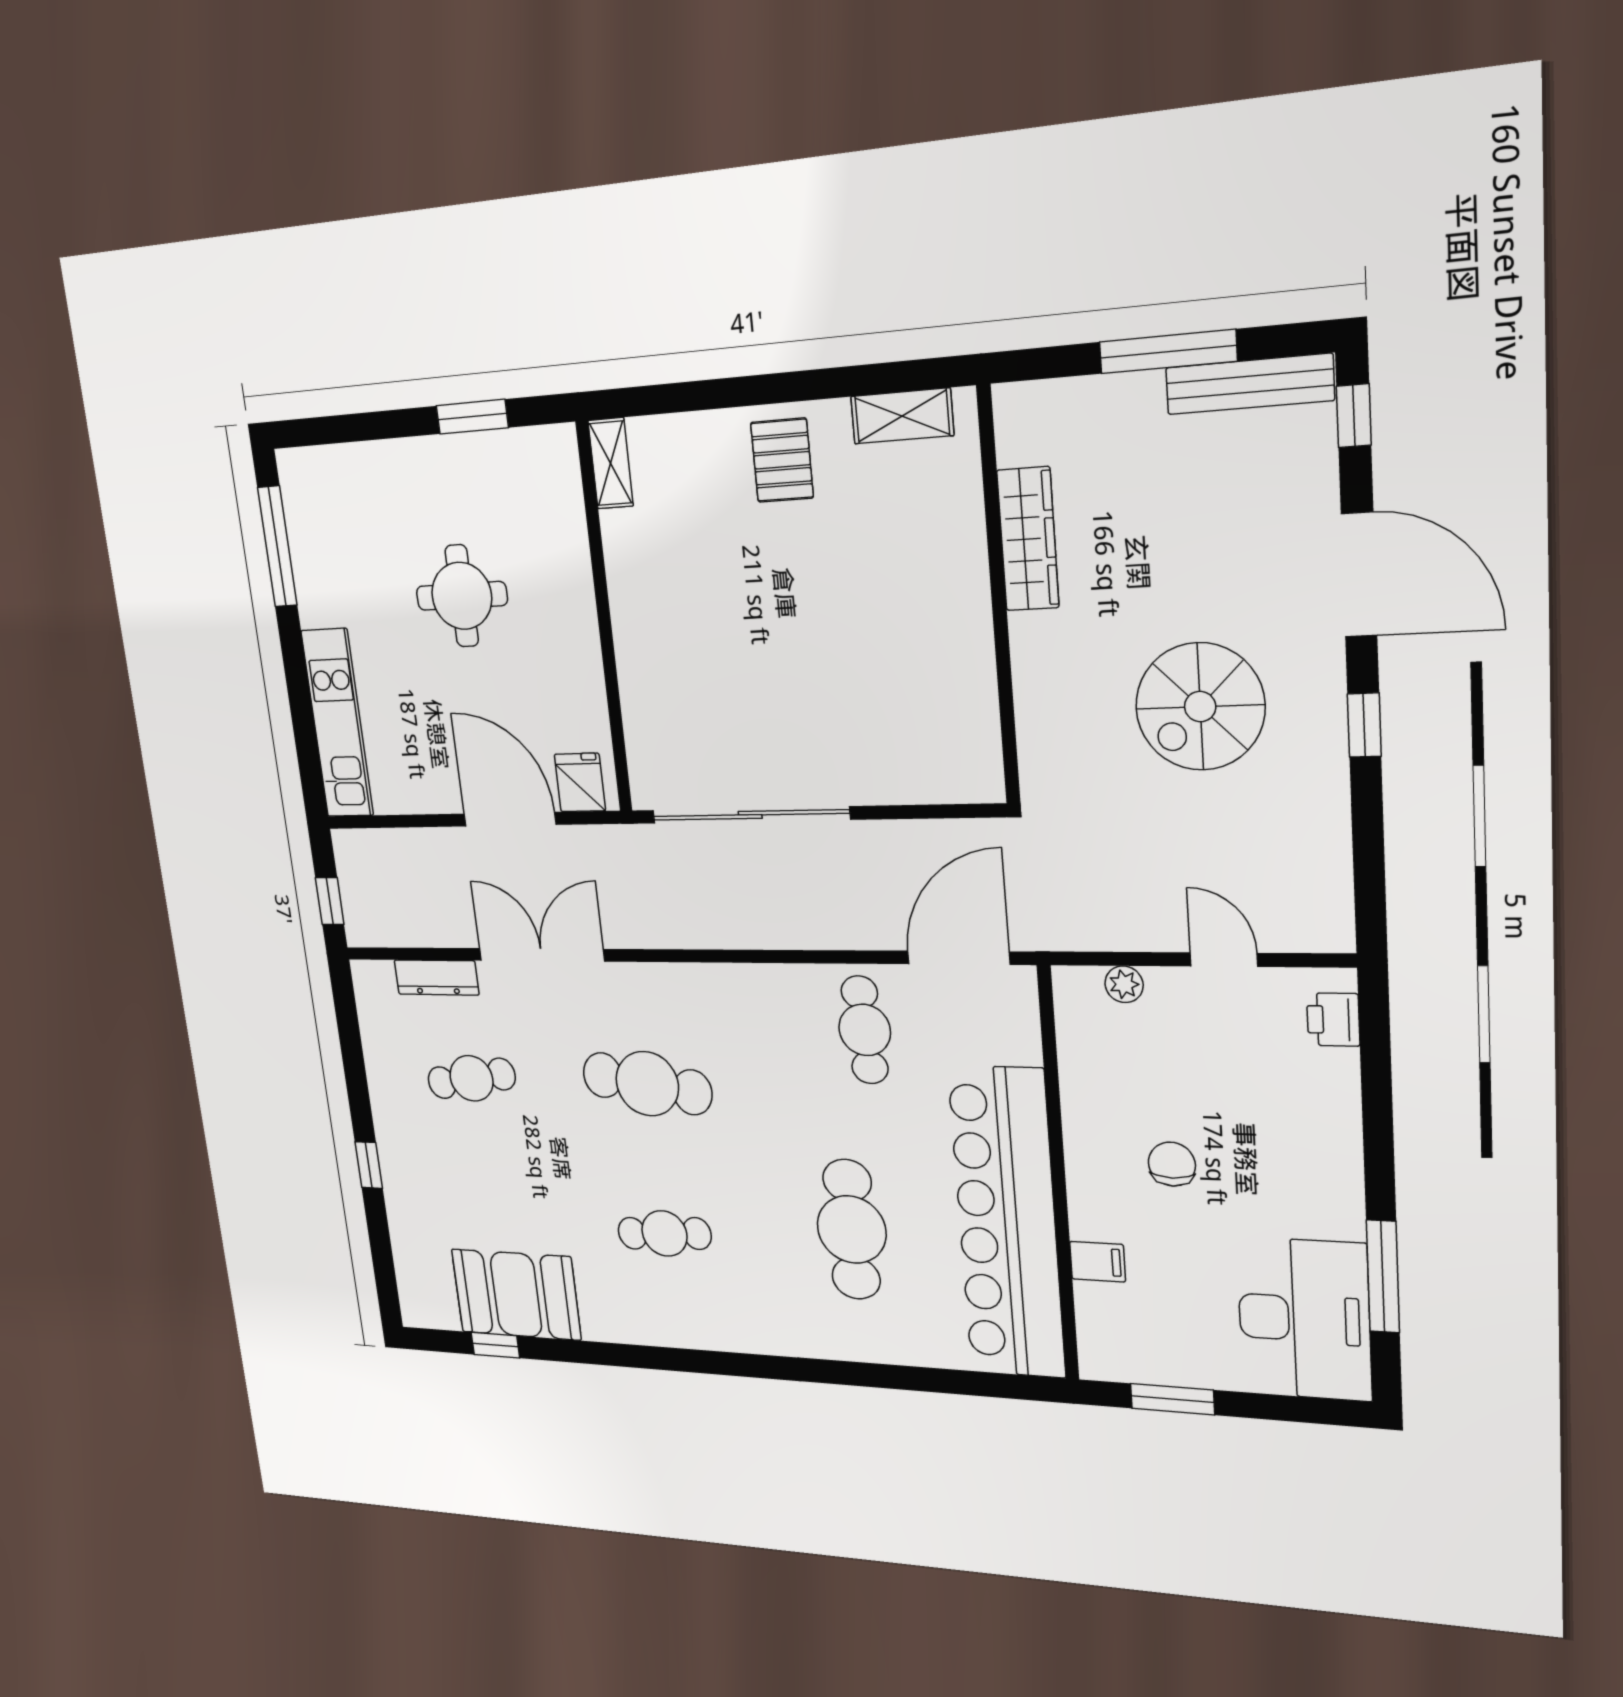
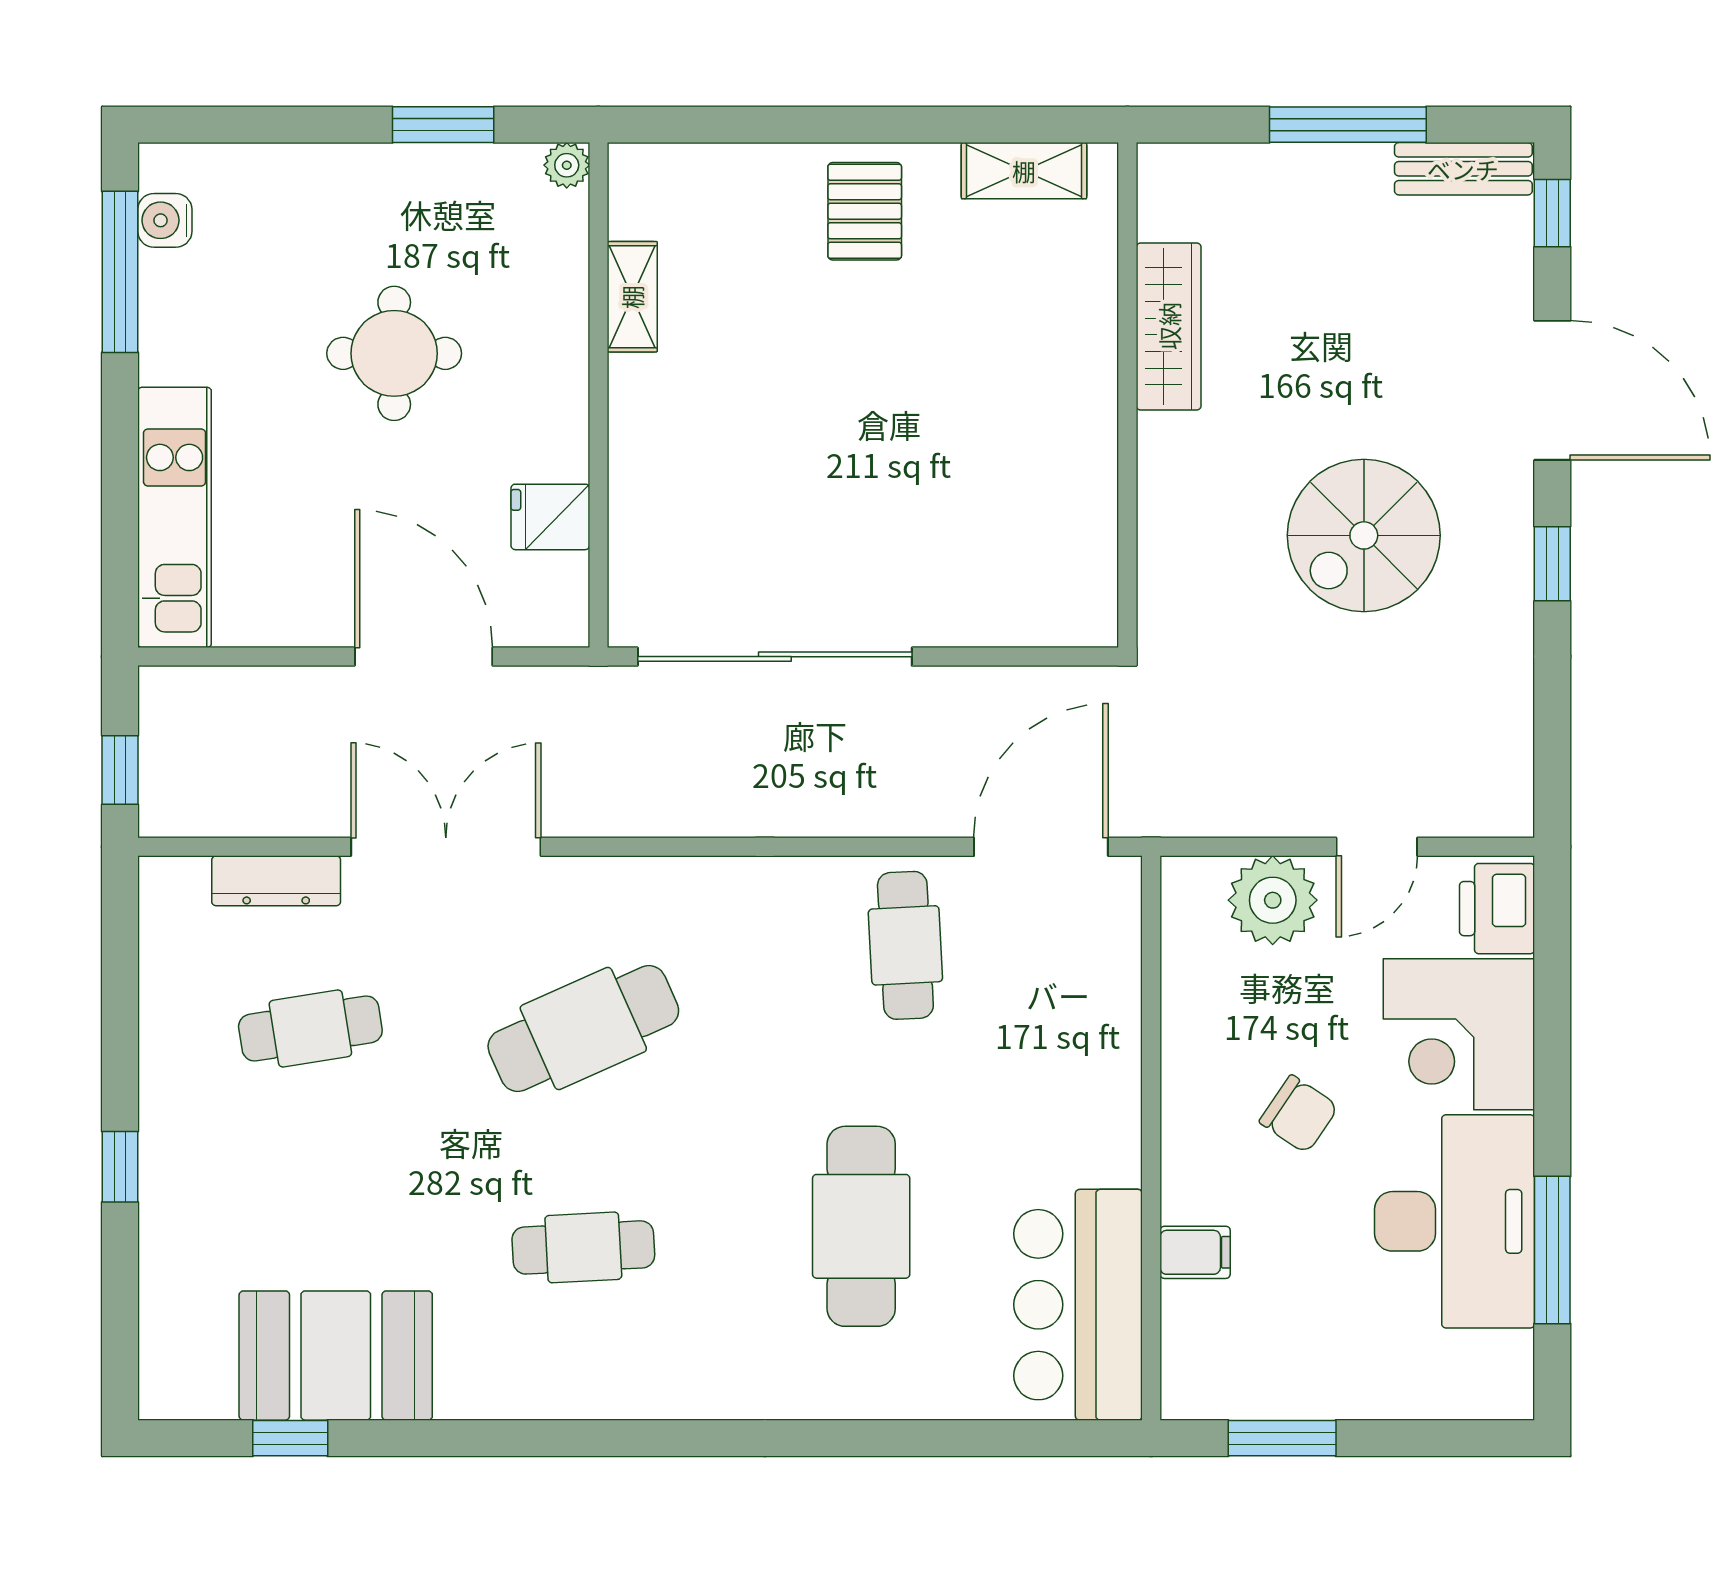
bench: (1249, 384) -> (1463, 169), width x0.73
plant: (561, 441) -> (567, 165), added
shelving: (611, 463) -> (632, 297), moved
water cooler: (300, 506) -> (165, 220), added
fridge: (580, 782) -> (550, 517), moved, turned -90
door: (1224, 960) -> (1377, 847), swing flipped
plant: (1124, 984) -> (1273, 900), width x1.87, depth x1.87
printer: (1333, 1020) -> (1497, 909), width x1.36, depth x1.24
cafe table: (647, 1084) -> (583, 1028), turned -33
corner desk: (1299, 1108) -> (1459, 1034), added
chair: (1172, 1164) -> (1299, 1114), turned 124
bar counter: (1007, 1223) -> (1078, 1305), width x0.54
desk: (1304, 1319) -> (1455, 1221), moved

